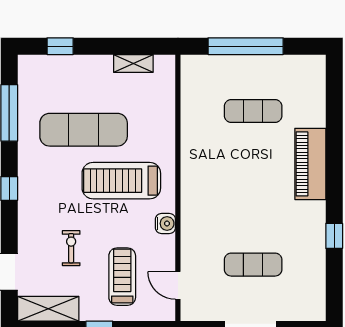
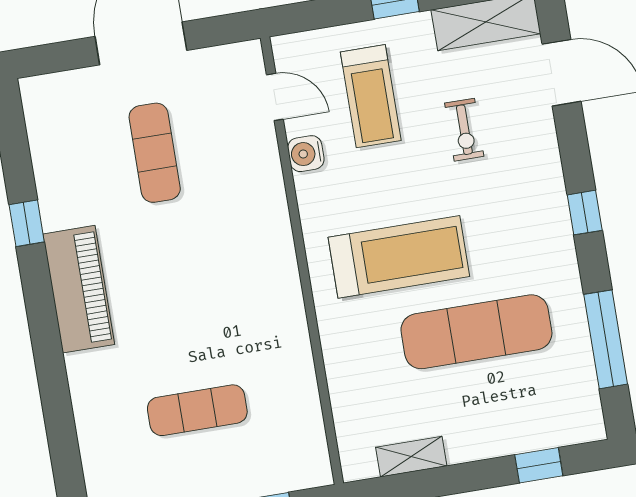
piano: (310, 164) -> (79, 289), moved
water cooler: (165, 223) -> (306, 154), moved
exercise mat: (253, 265) -> (155, 153), turned 90

